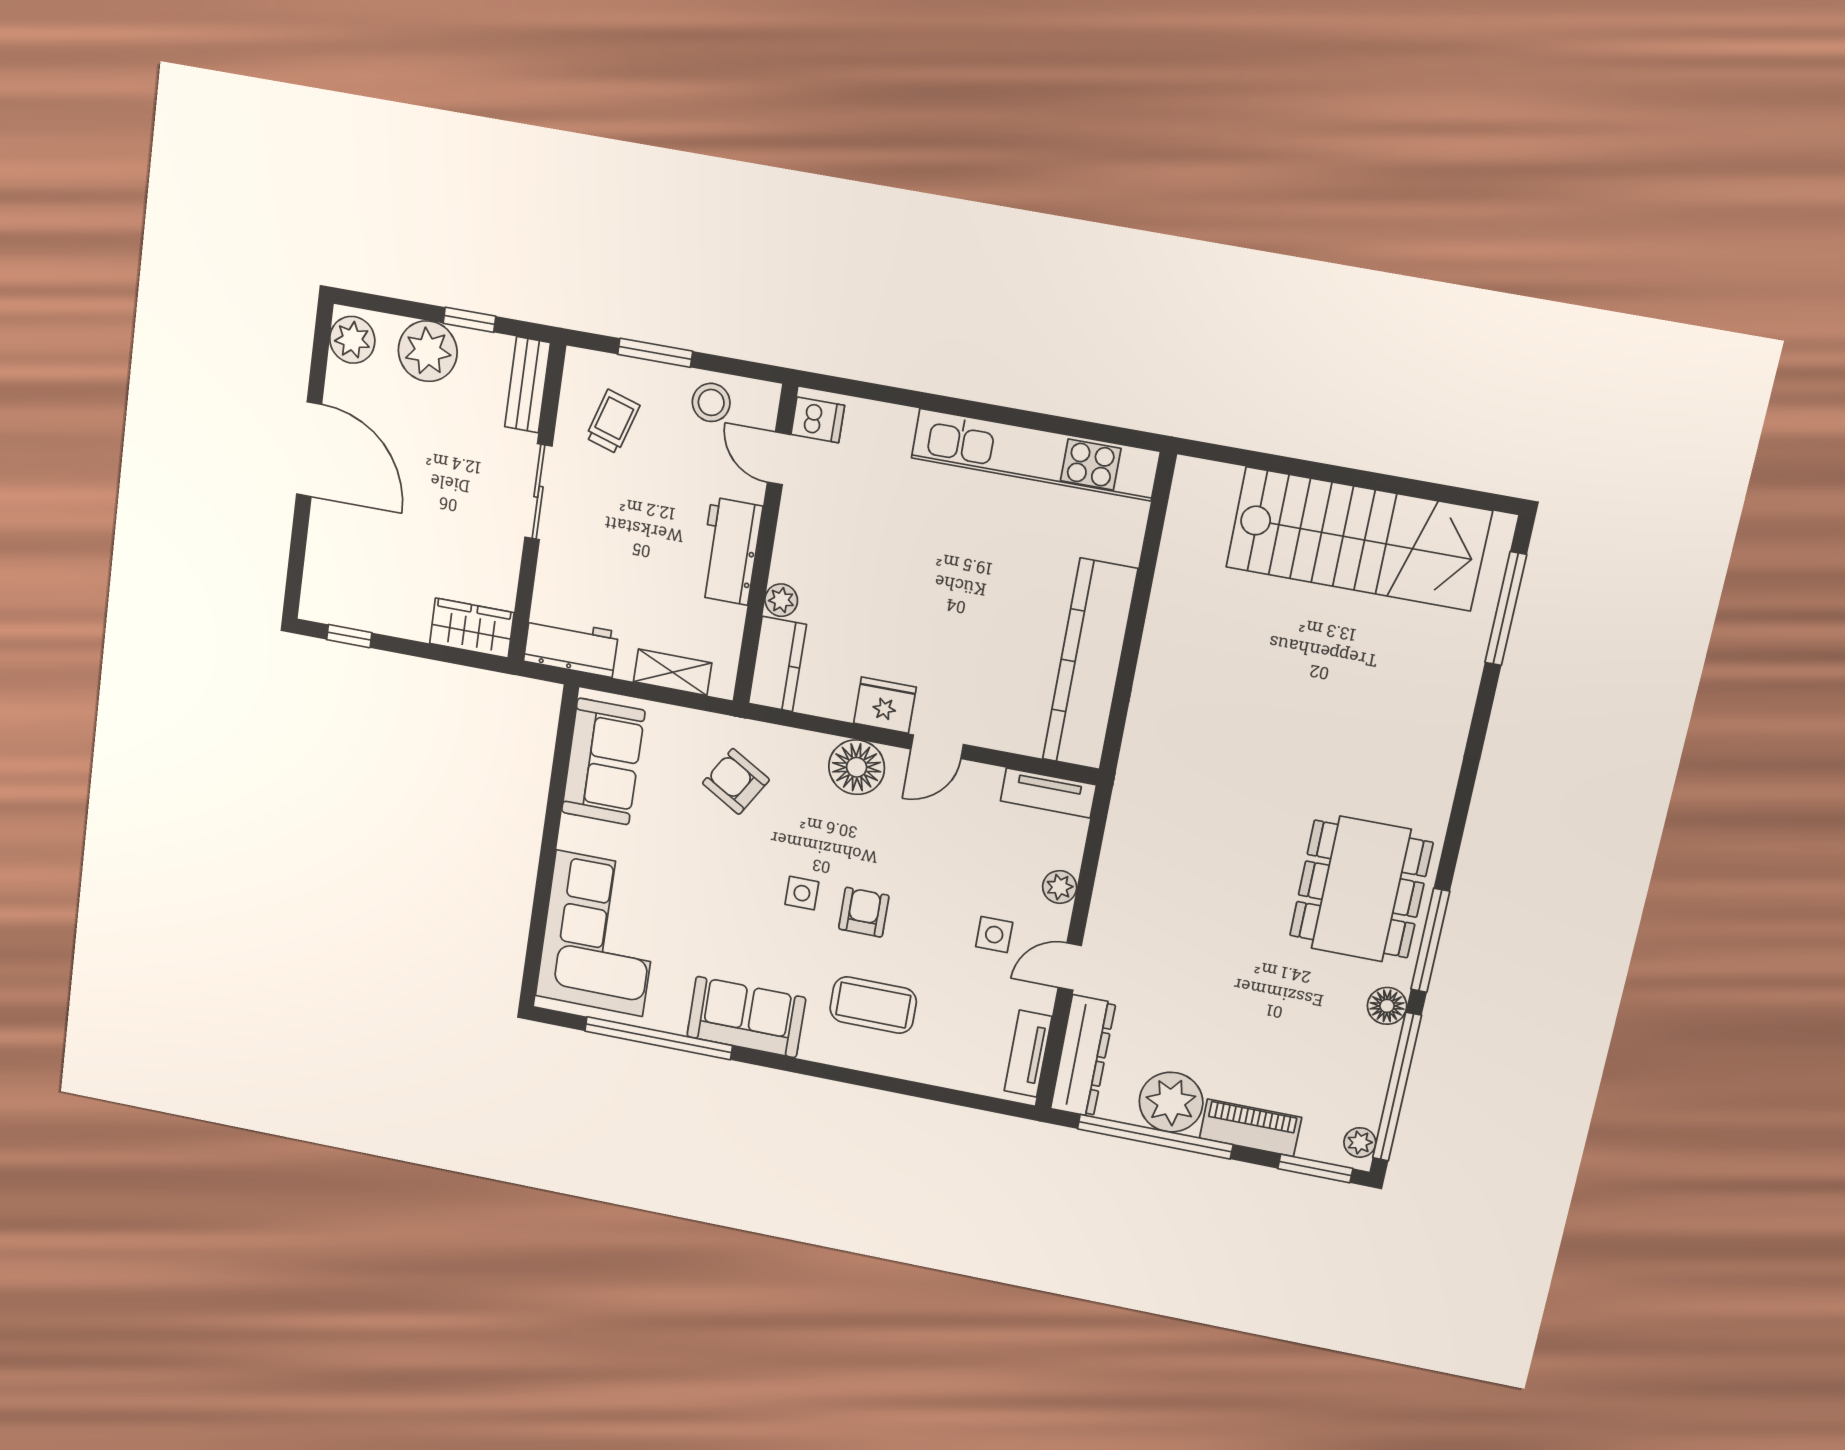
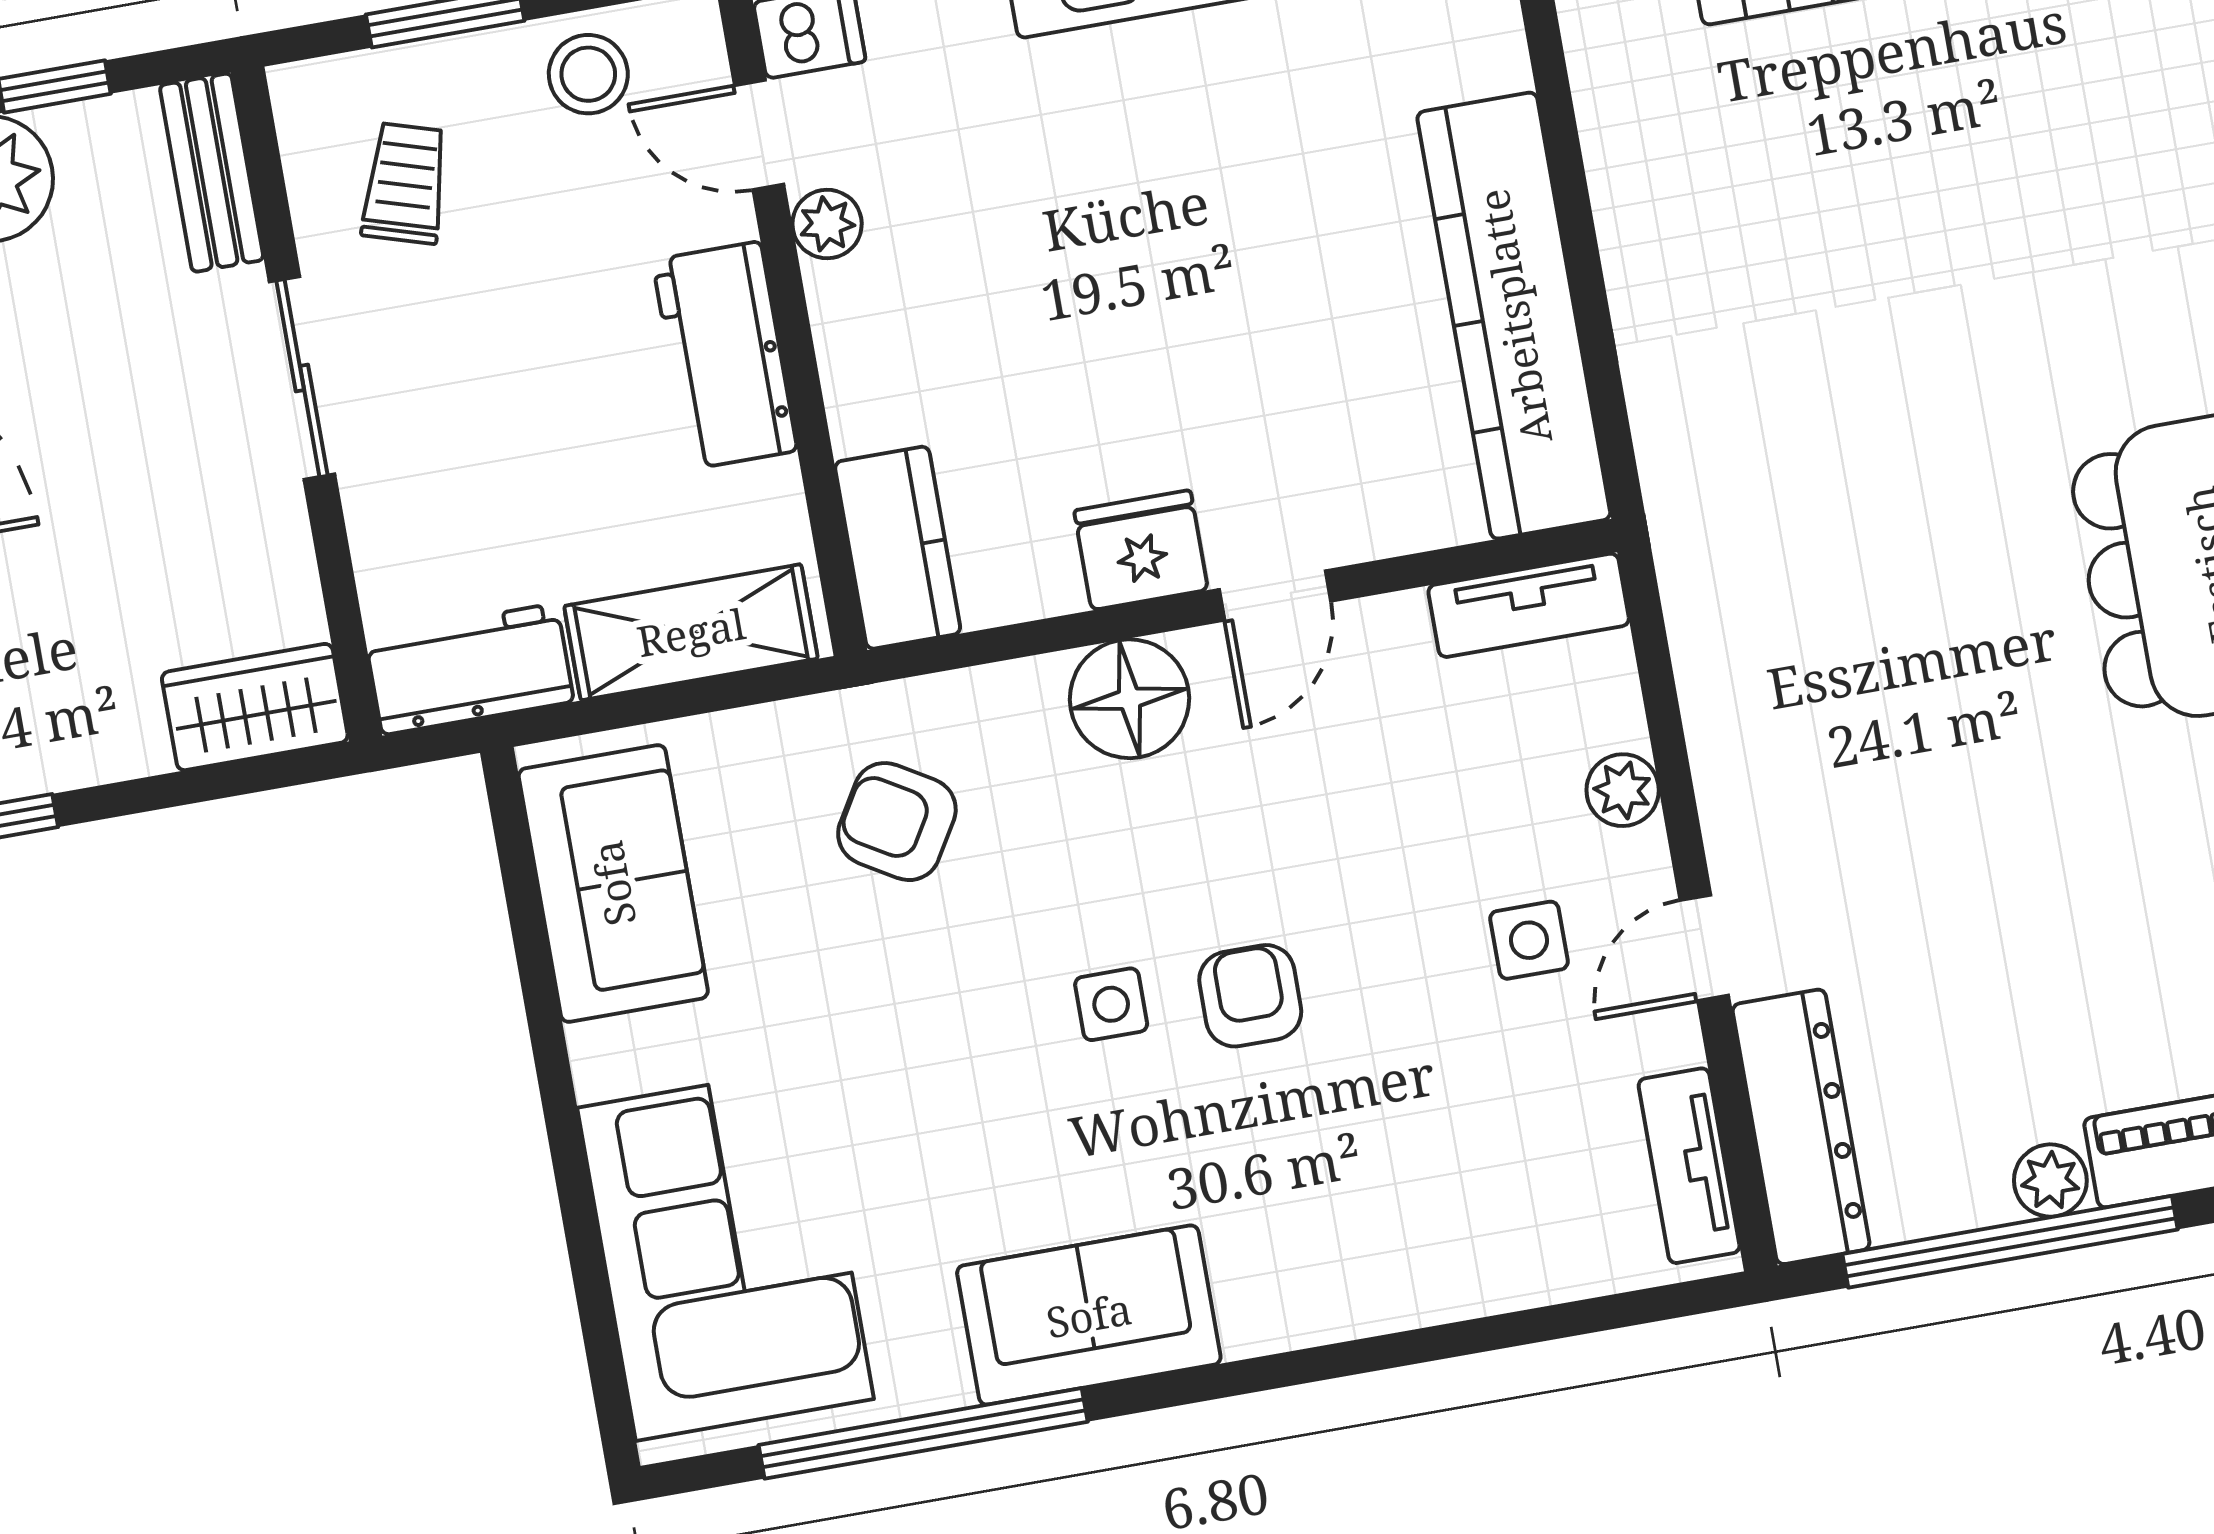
plant: (781, 600) -> (827, 224), moved
shelving: (673, 672) -> (691, 632), width x1.50, depth x1.33
coffee table: (873, 1005) -> (1339, 1186), removed
plant: (1171, 1102) -> (2050, 1181), width x0.53, depth x0.53

